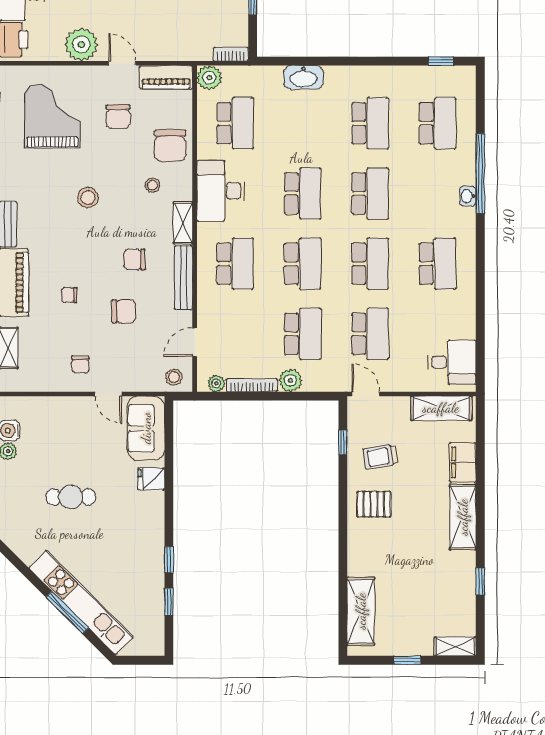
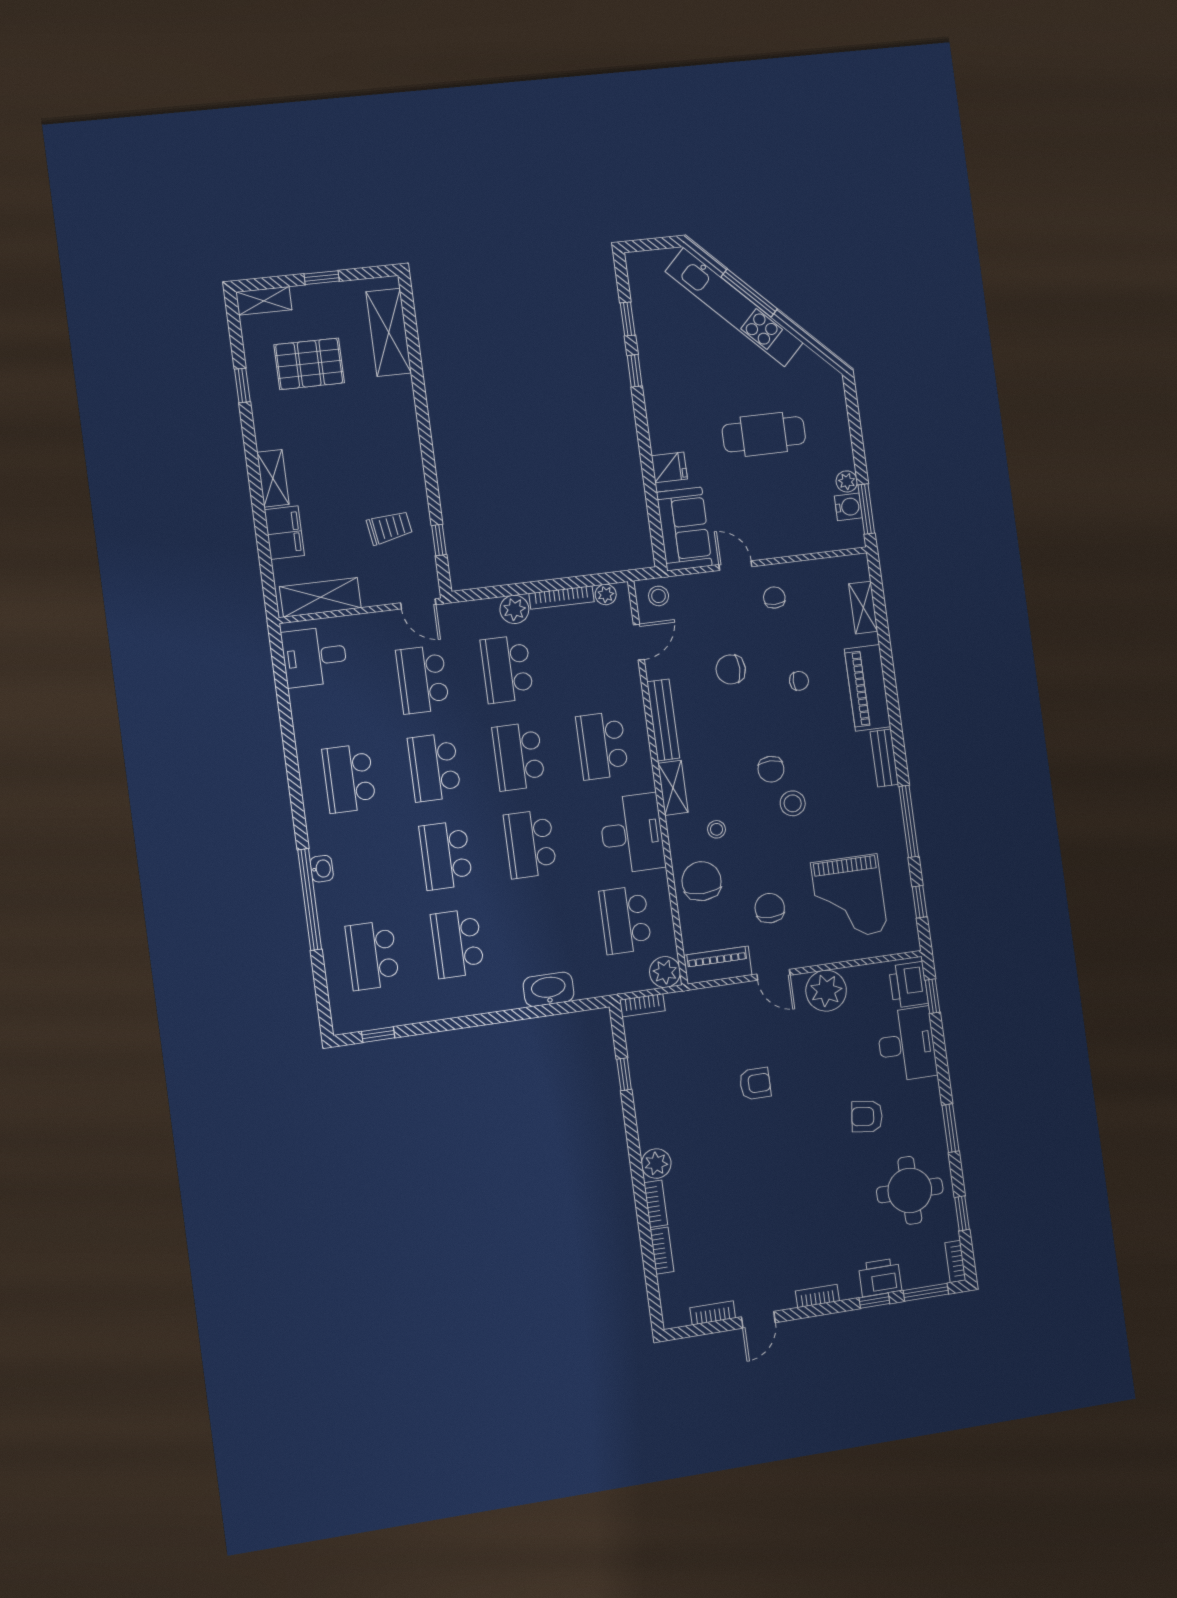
chair: (135, 259) -> (771, 769), moved, turned 90
cafe table: (71, 497) -> (764, 434), width x1.37, depth x1.35
pallet: (374, 504) -> (309, 364), moved, width x1.50, depth x1.42
shelving: (463, 517) -> (273, 478), width x0.67, depth x0.75

